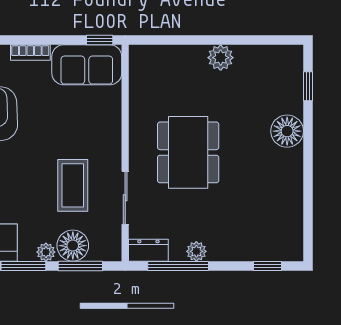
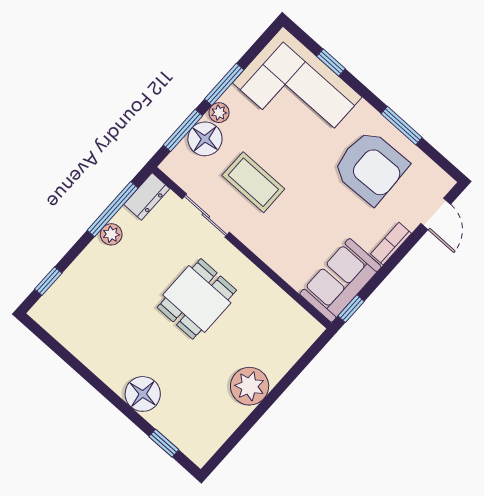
plant: (221, 58) -> (250, 386), width x1.36, depth x1.36
dining table: (188, 152) -> (197, 299), width x0.73

